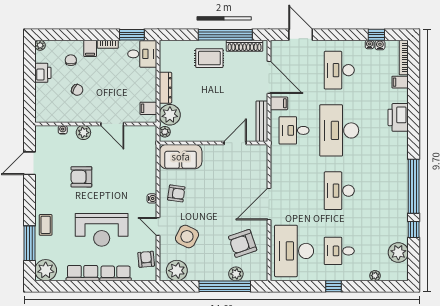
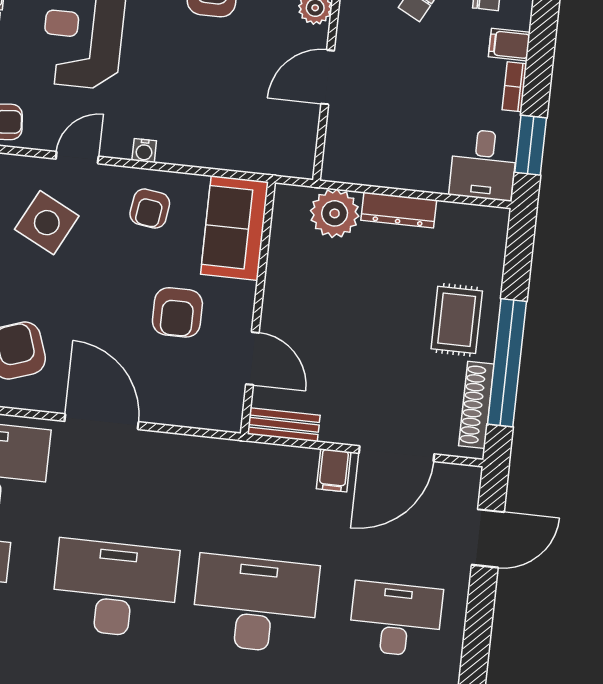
filing cabinet: (148, 108) -> (355, 165), removed
bench: (262, 121) -> (284, 425), width x0.73
desk: (294, 130) -> (267, 499), removed
plant: (165, 132) -> (296, 197), removed
armchair: (219, 177) -> (177, 312), added
desk: (339, 191) -> (115, 589), width x1.36, depth x1.30

